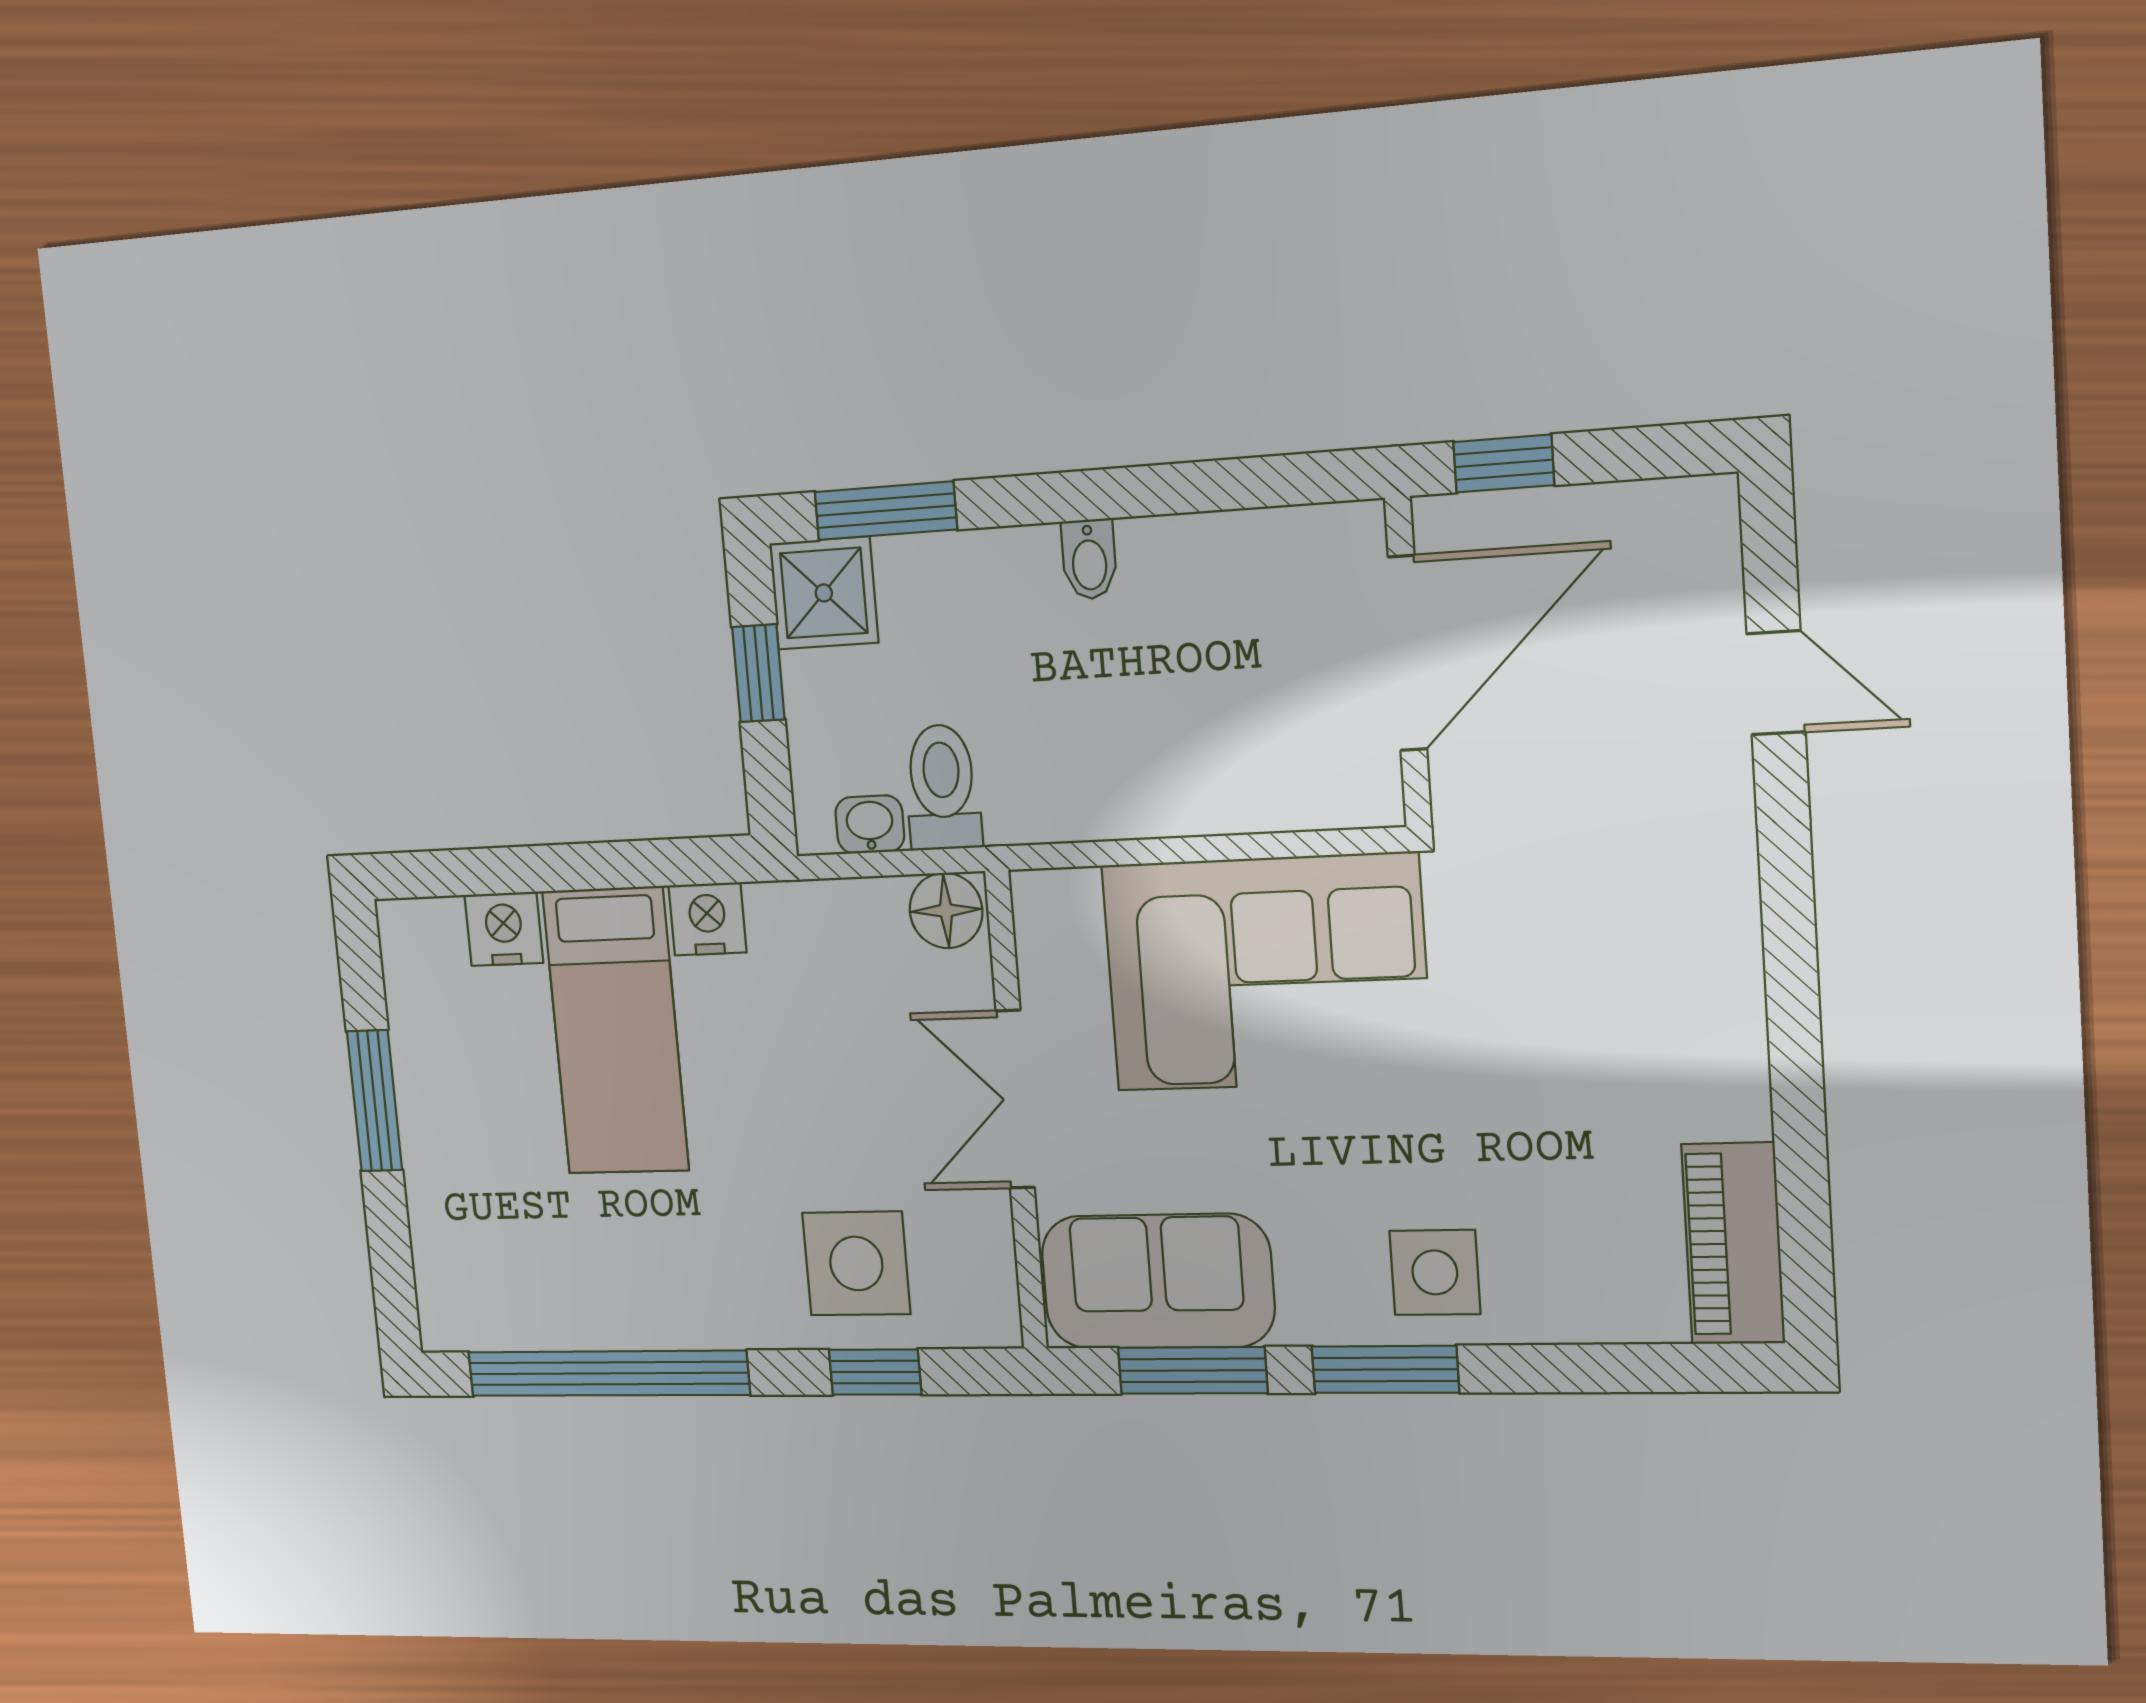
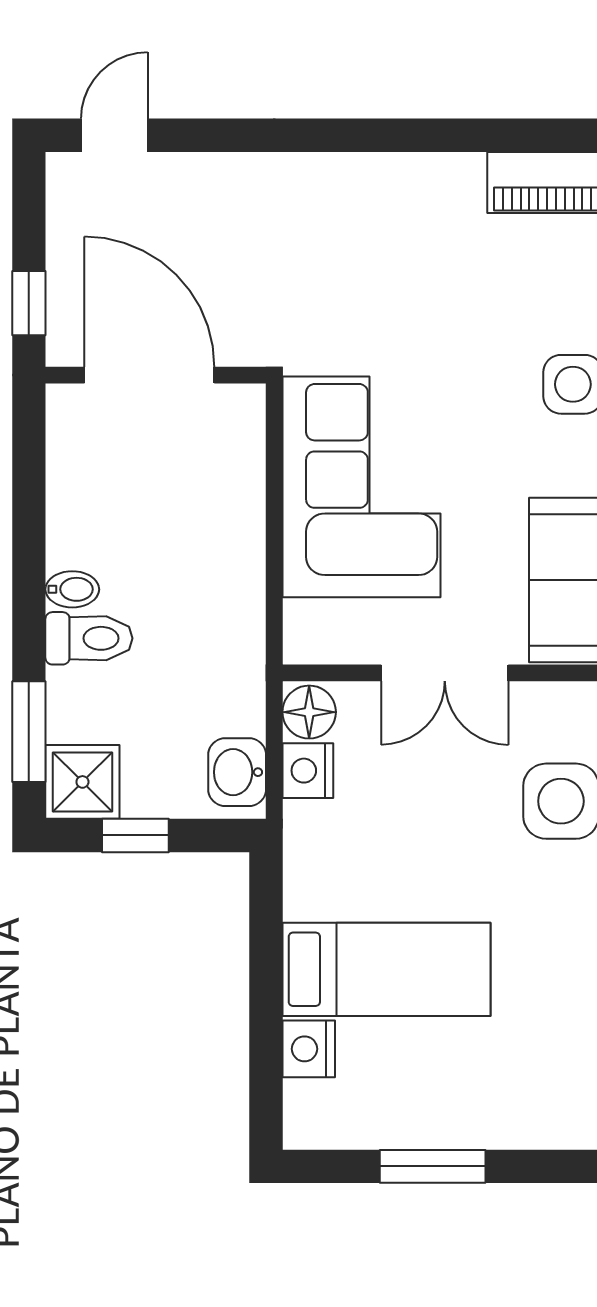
door: (1776, 683) -> (114, 135), moved
toilet: (942, 787) -> (89, 638), moved, turned 180
washbasin: (870, 824) -> (237, 772), width x1.38, depth x1.45
nightstand: (707, 919) -> (308, 771), moved

